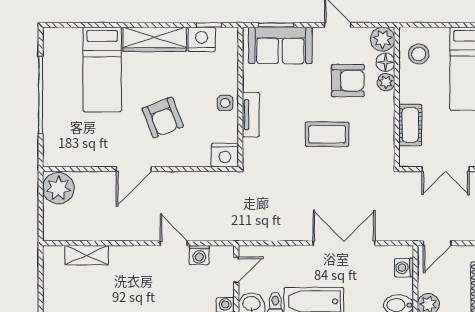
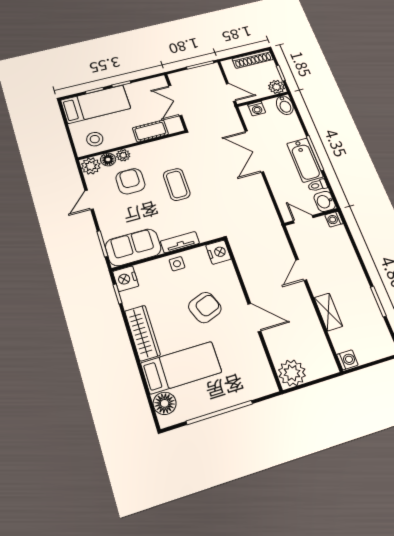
nightstand: (202, 39) -> (126, 279), moved
floor lamp: (69, 40) -> (165, 403), added
sofa: (280, 45) -> (133, 247), moved, turned -90
double door: (446, 169) -> (175, 100), swing flipped
shelving: (87, 255) -> (328, 312), moved
washing machine: (199, 255) -> (347, 360), moved

